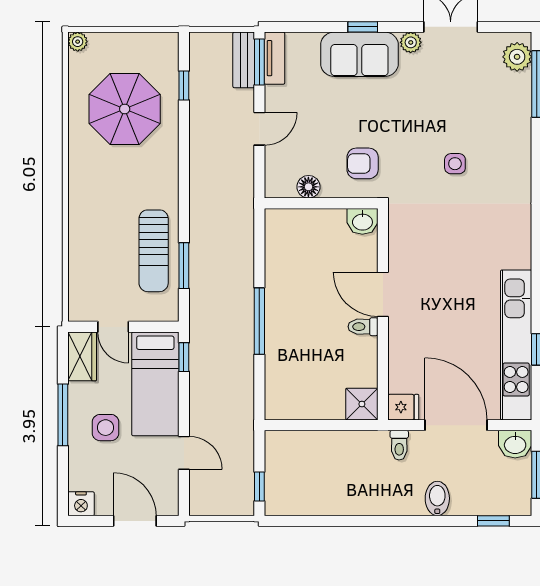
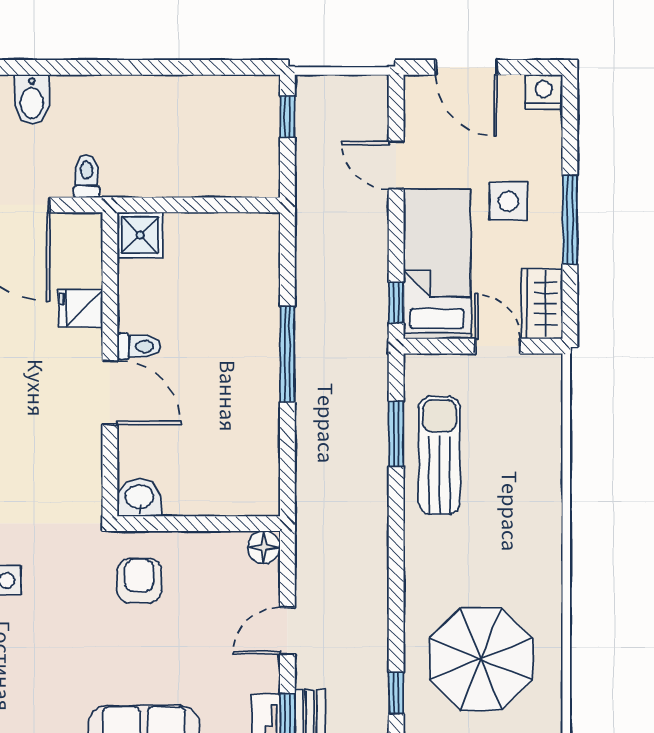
armchair: (363, 163) -> (139, 581), turned -90
floor lamp: (308, 187) -> (264, 547), moved
fridge: (403, 407) -> (81, 308), moved

